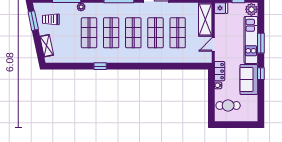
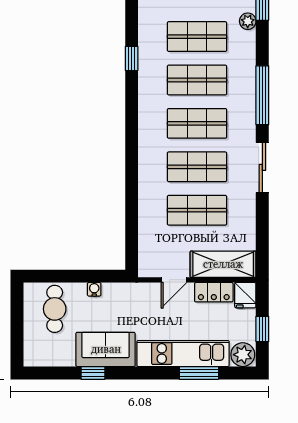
window: (261, 43) -> (199, 373), moved
door: (213, 45) -> (174, 280), swing flipped
locker: (220, 71) -> (214, 292), moved
window: (261, 74) -> (93, 373), moved

